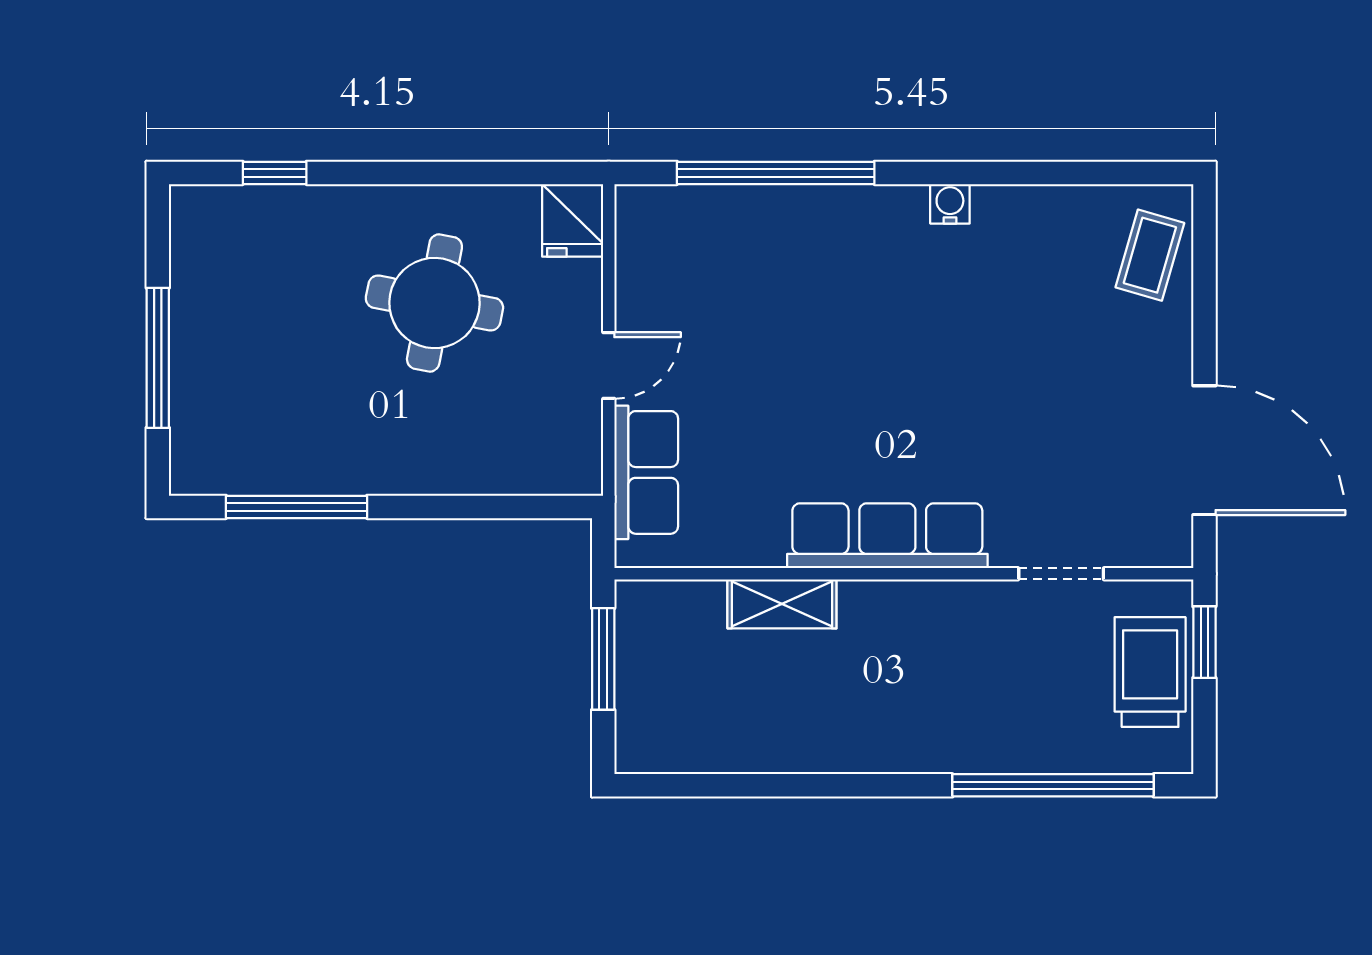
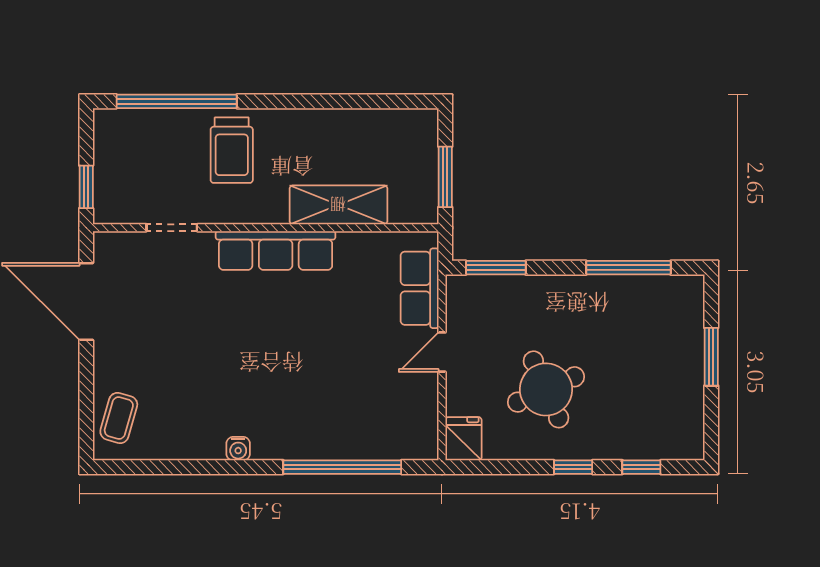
window: (389, 173) -> (573, 467), added
round table: (434, 303) -> (546, 389), turned -35
window: (158, 358) -> (711, 357), width x0.69
window: (519, 507) -> (496, 268), added
shelving: (782, 604) -> (338, 205), width x1.50, depth x1.33
trolley: (1150, 672) -> (232, 150), moved

